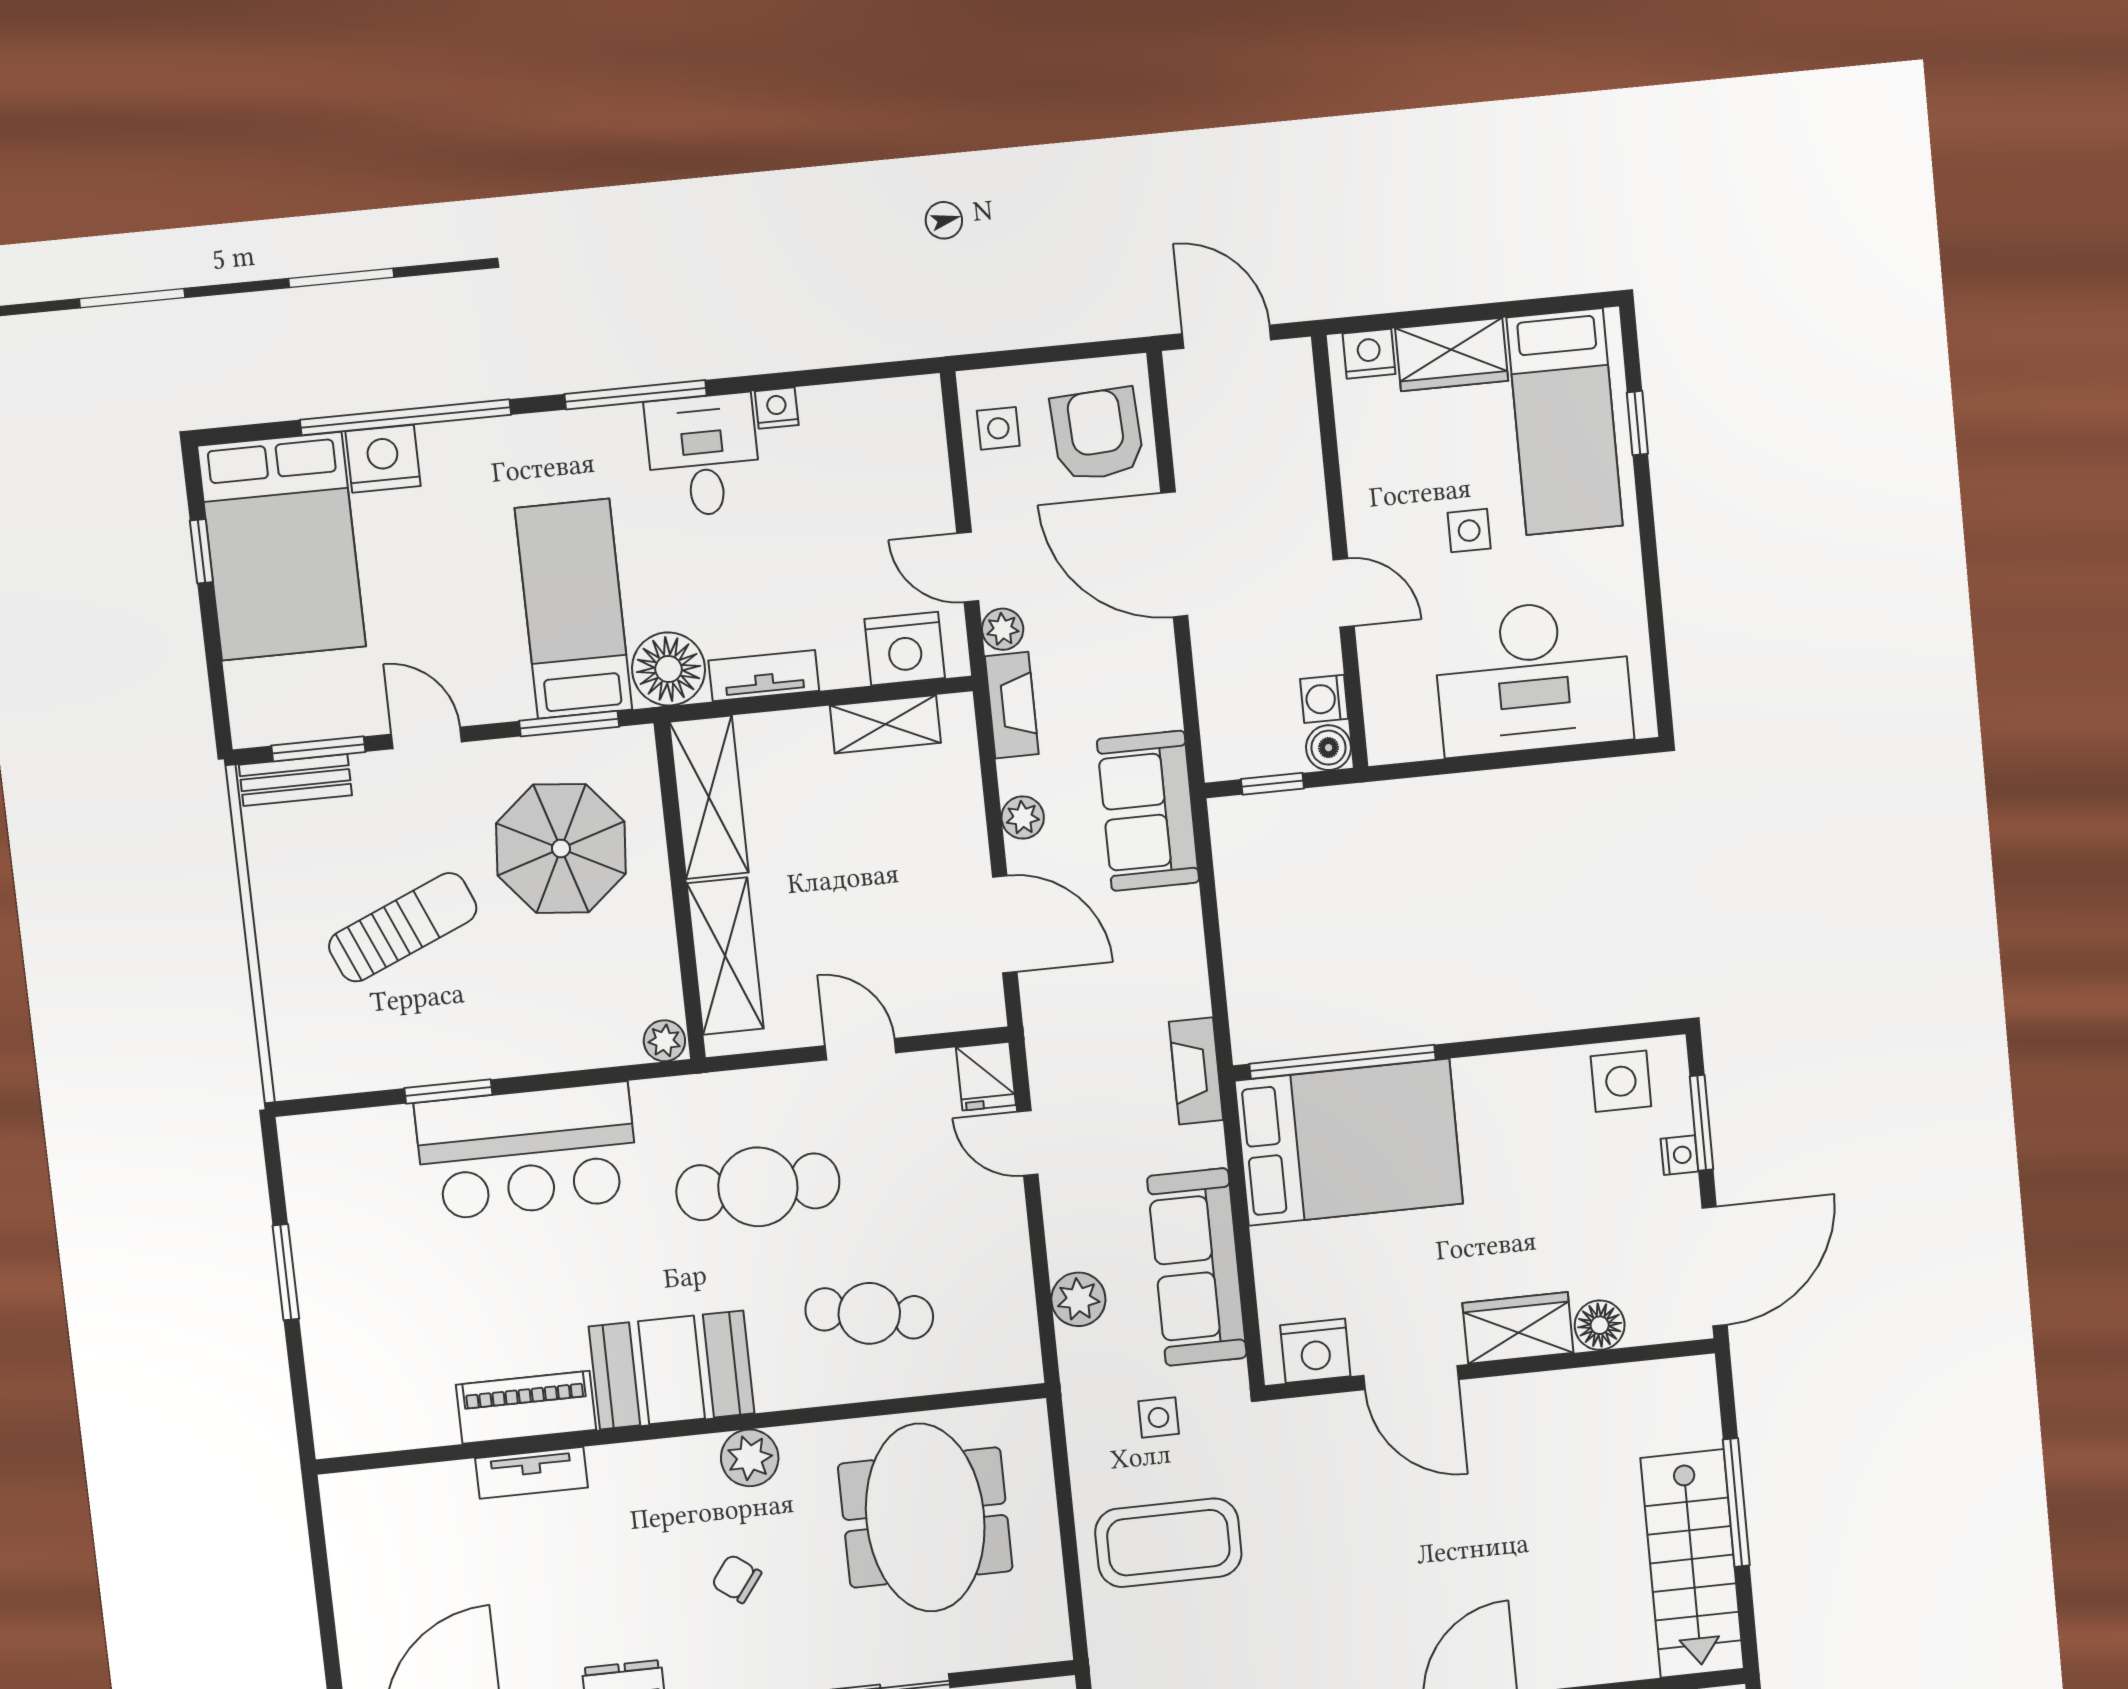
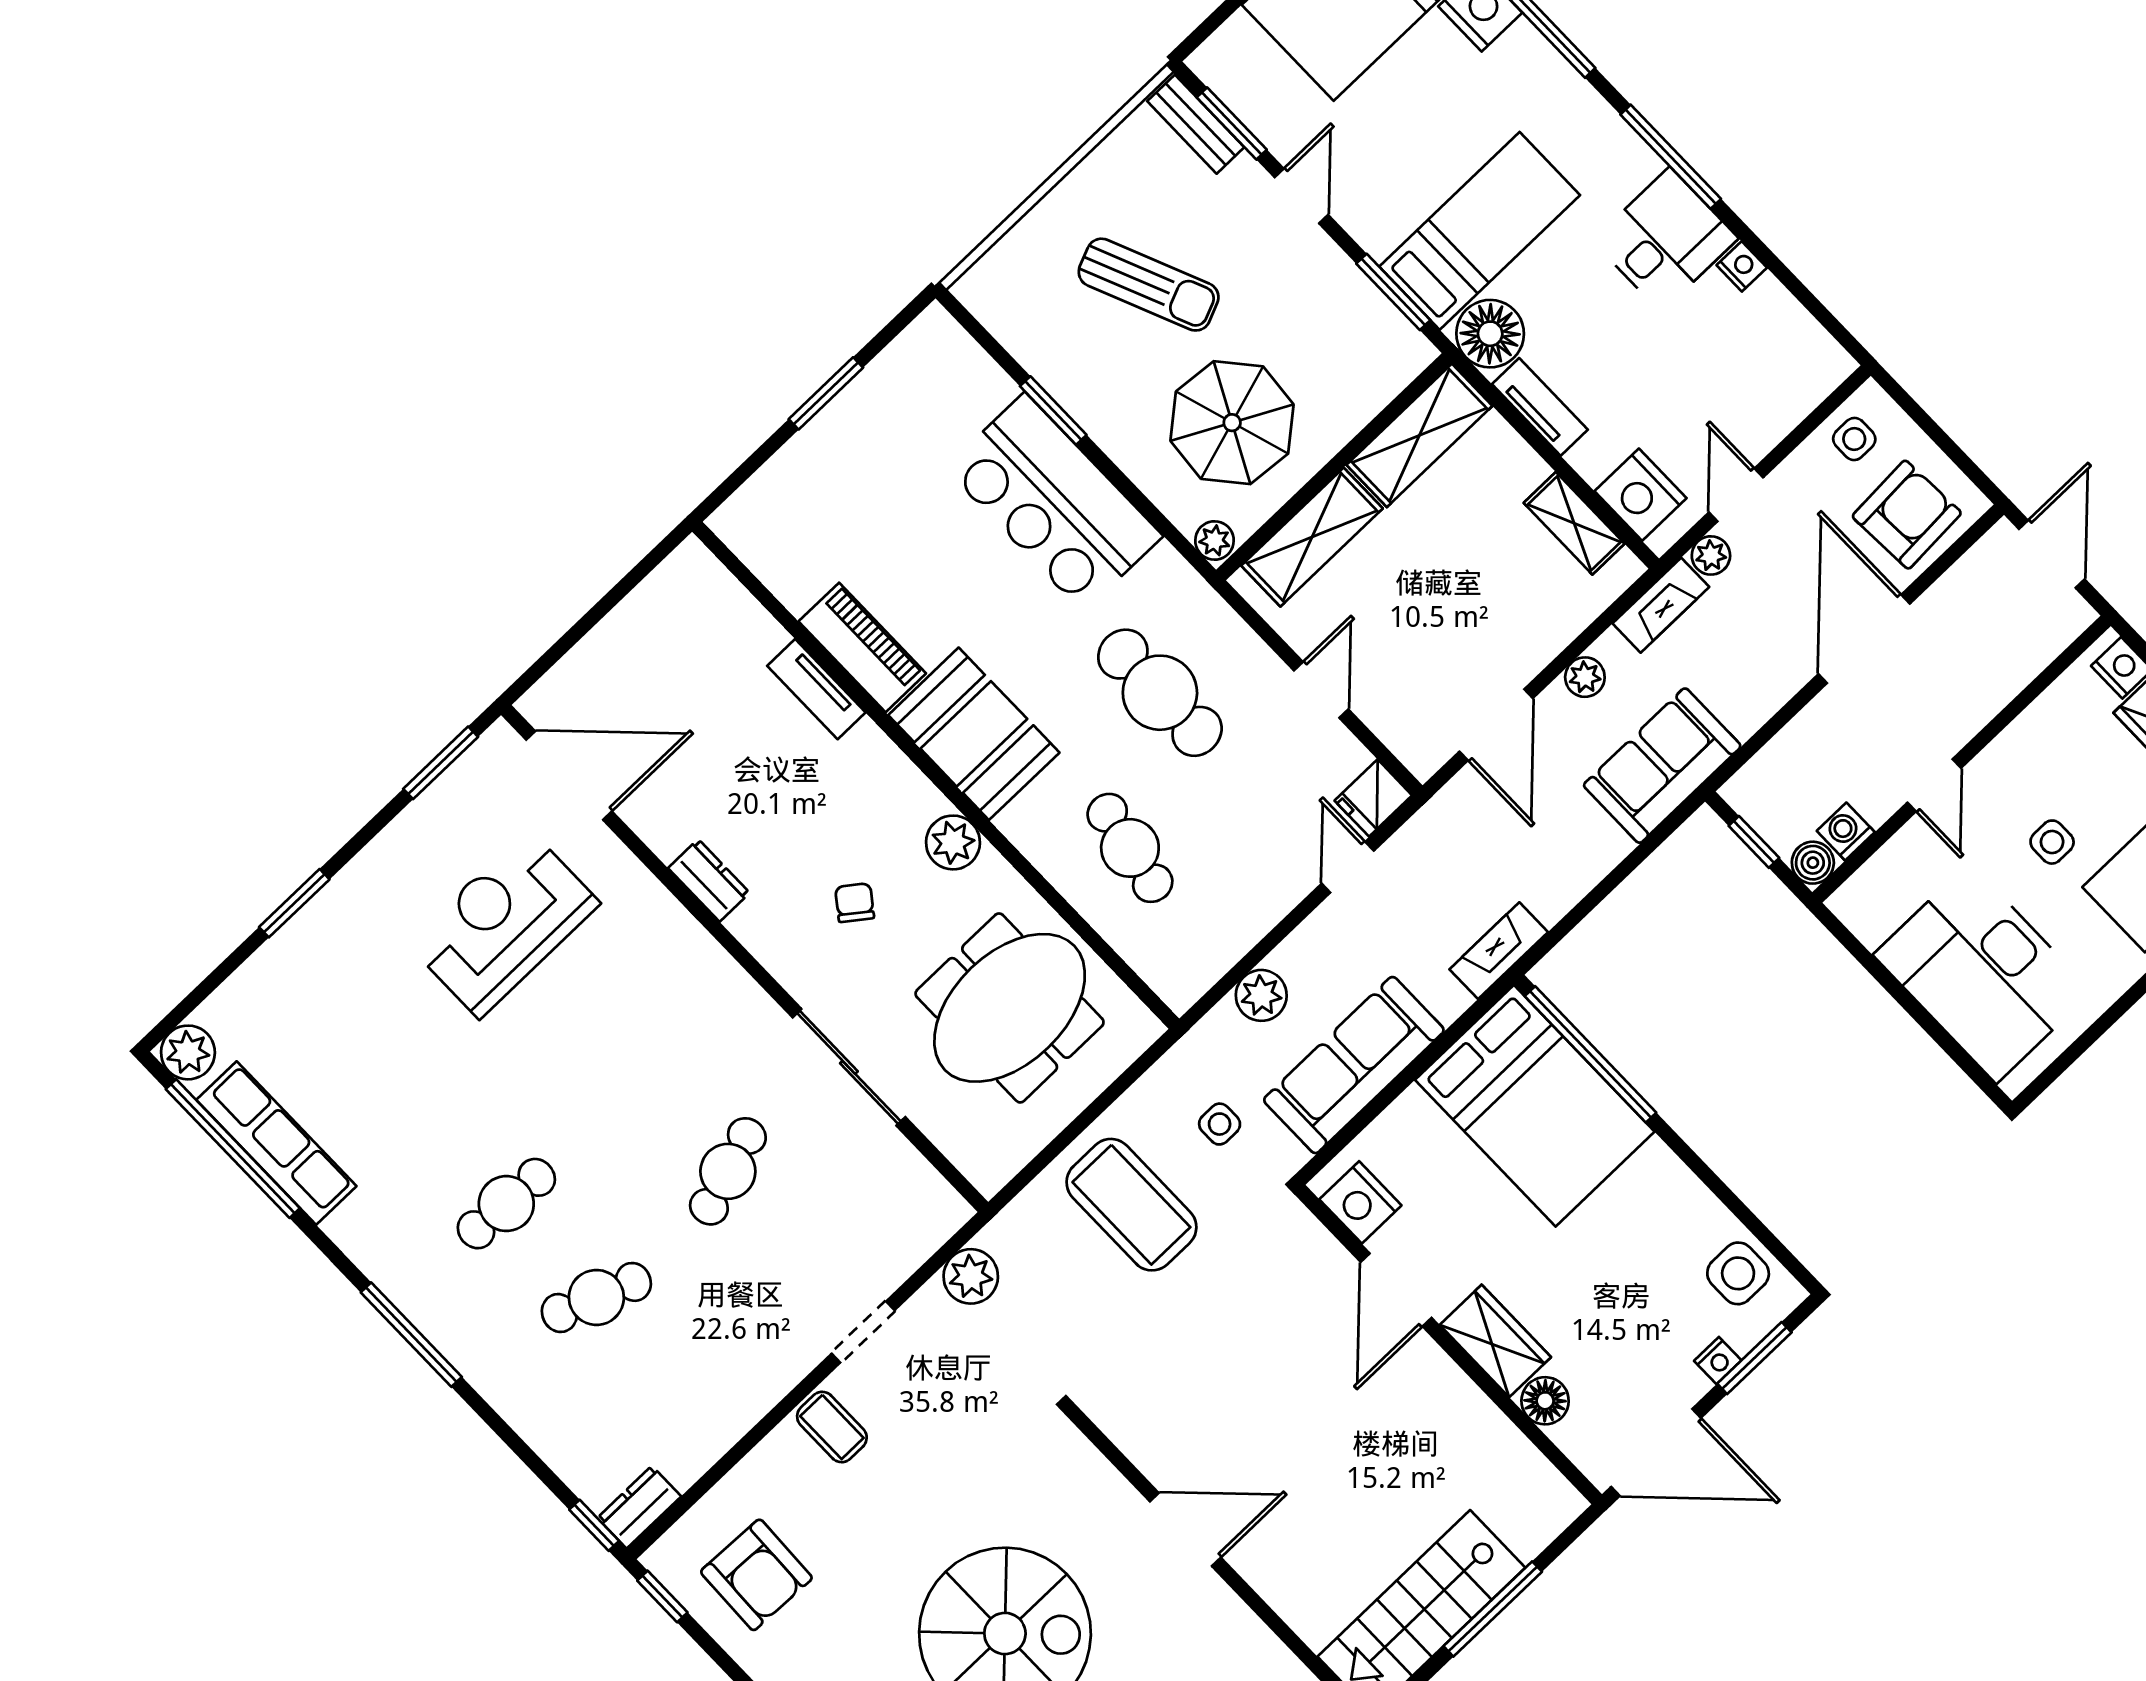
parasol: (561, 848) -> (1232, 423), moved

